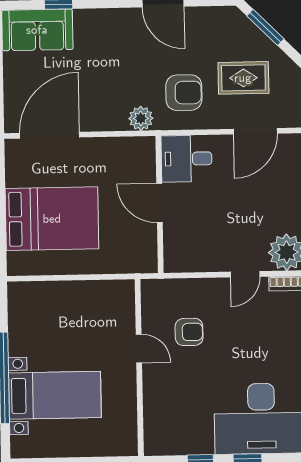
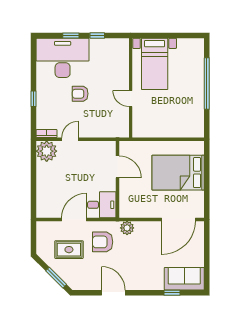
door: (255, 131) -> (74, 219), moved
door: (159, 203) -> (118, 167), moved
armchair: (189, 332) -> (80, 94), moved
bed with nightstands: (55, 395) -> (155, 64), moved, turned -90

